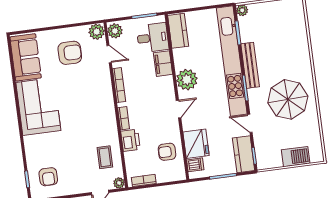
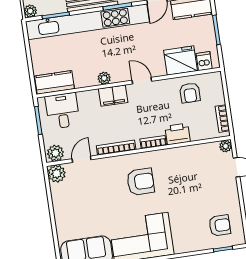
armchair: (70, 53) -> (141, 182), moved, turned 90
filing cabinet: (163, 64) -> (113, 96), moved
plant: (187, 80) -> (104, 78), width x0.53, depth x0.53
coffee table: (105, 157) -> (197, 162), removed

